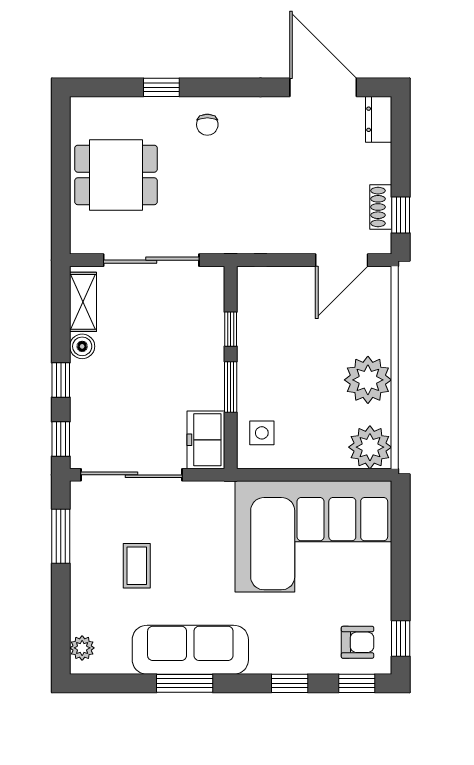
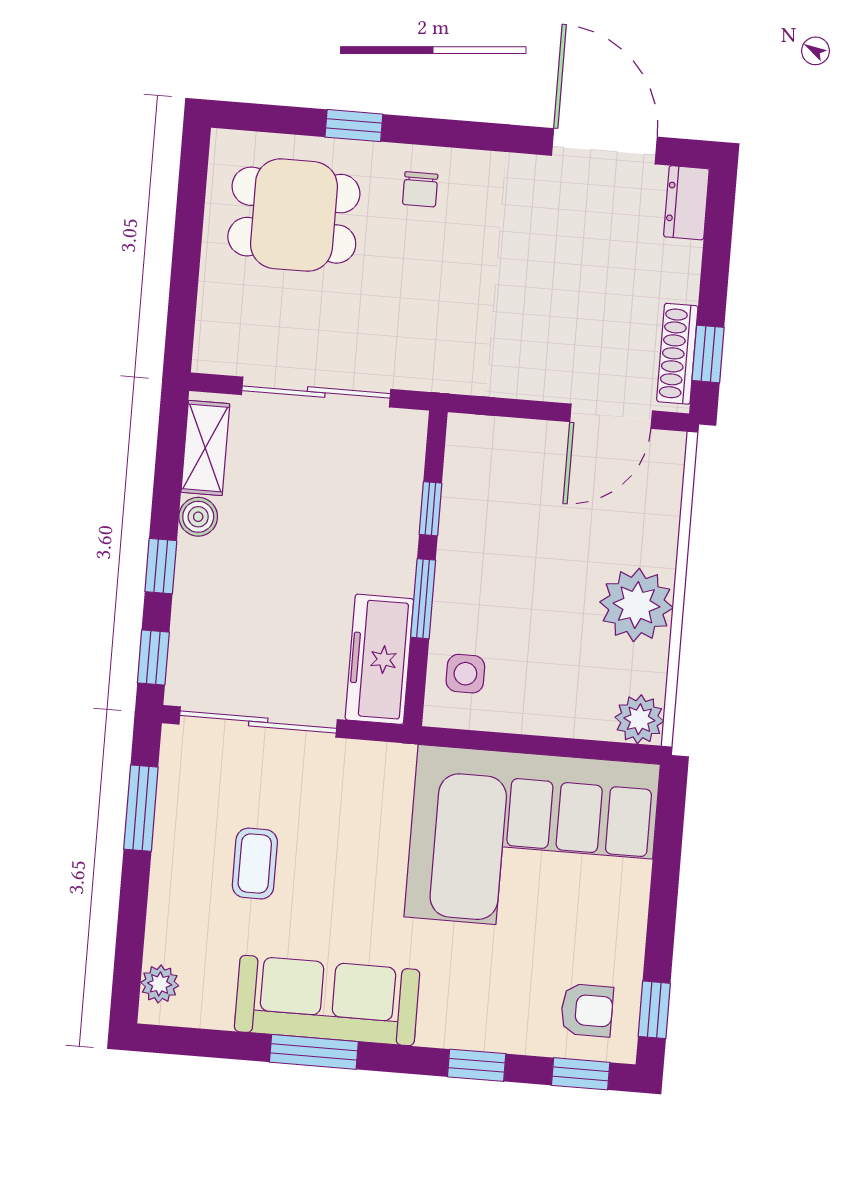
dining table: (116, 175) -> (294, 215), moved
shoe rack: (381, 207) -> (677, 354), width x1.43
freezer: (206, 440) -> (379, 659), width x1.40
plant: (370, 447) -> (639, 719), width x0.73, depth x0.73

